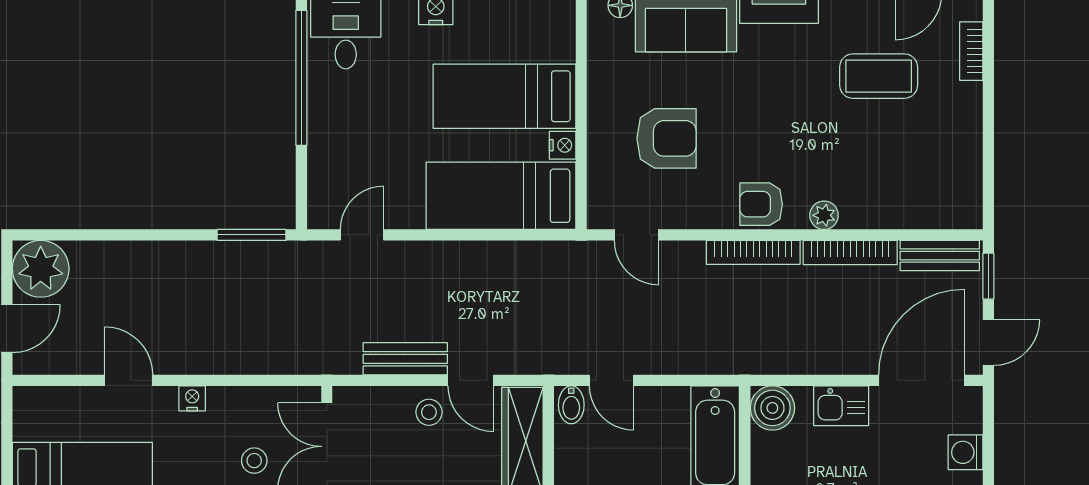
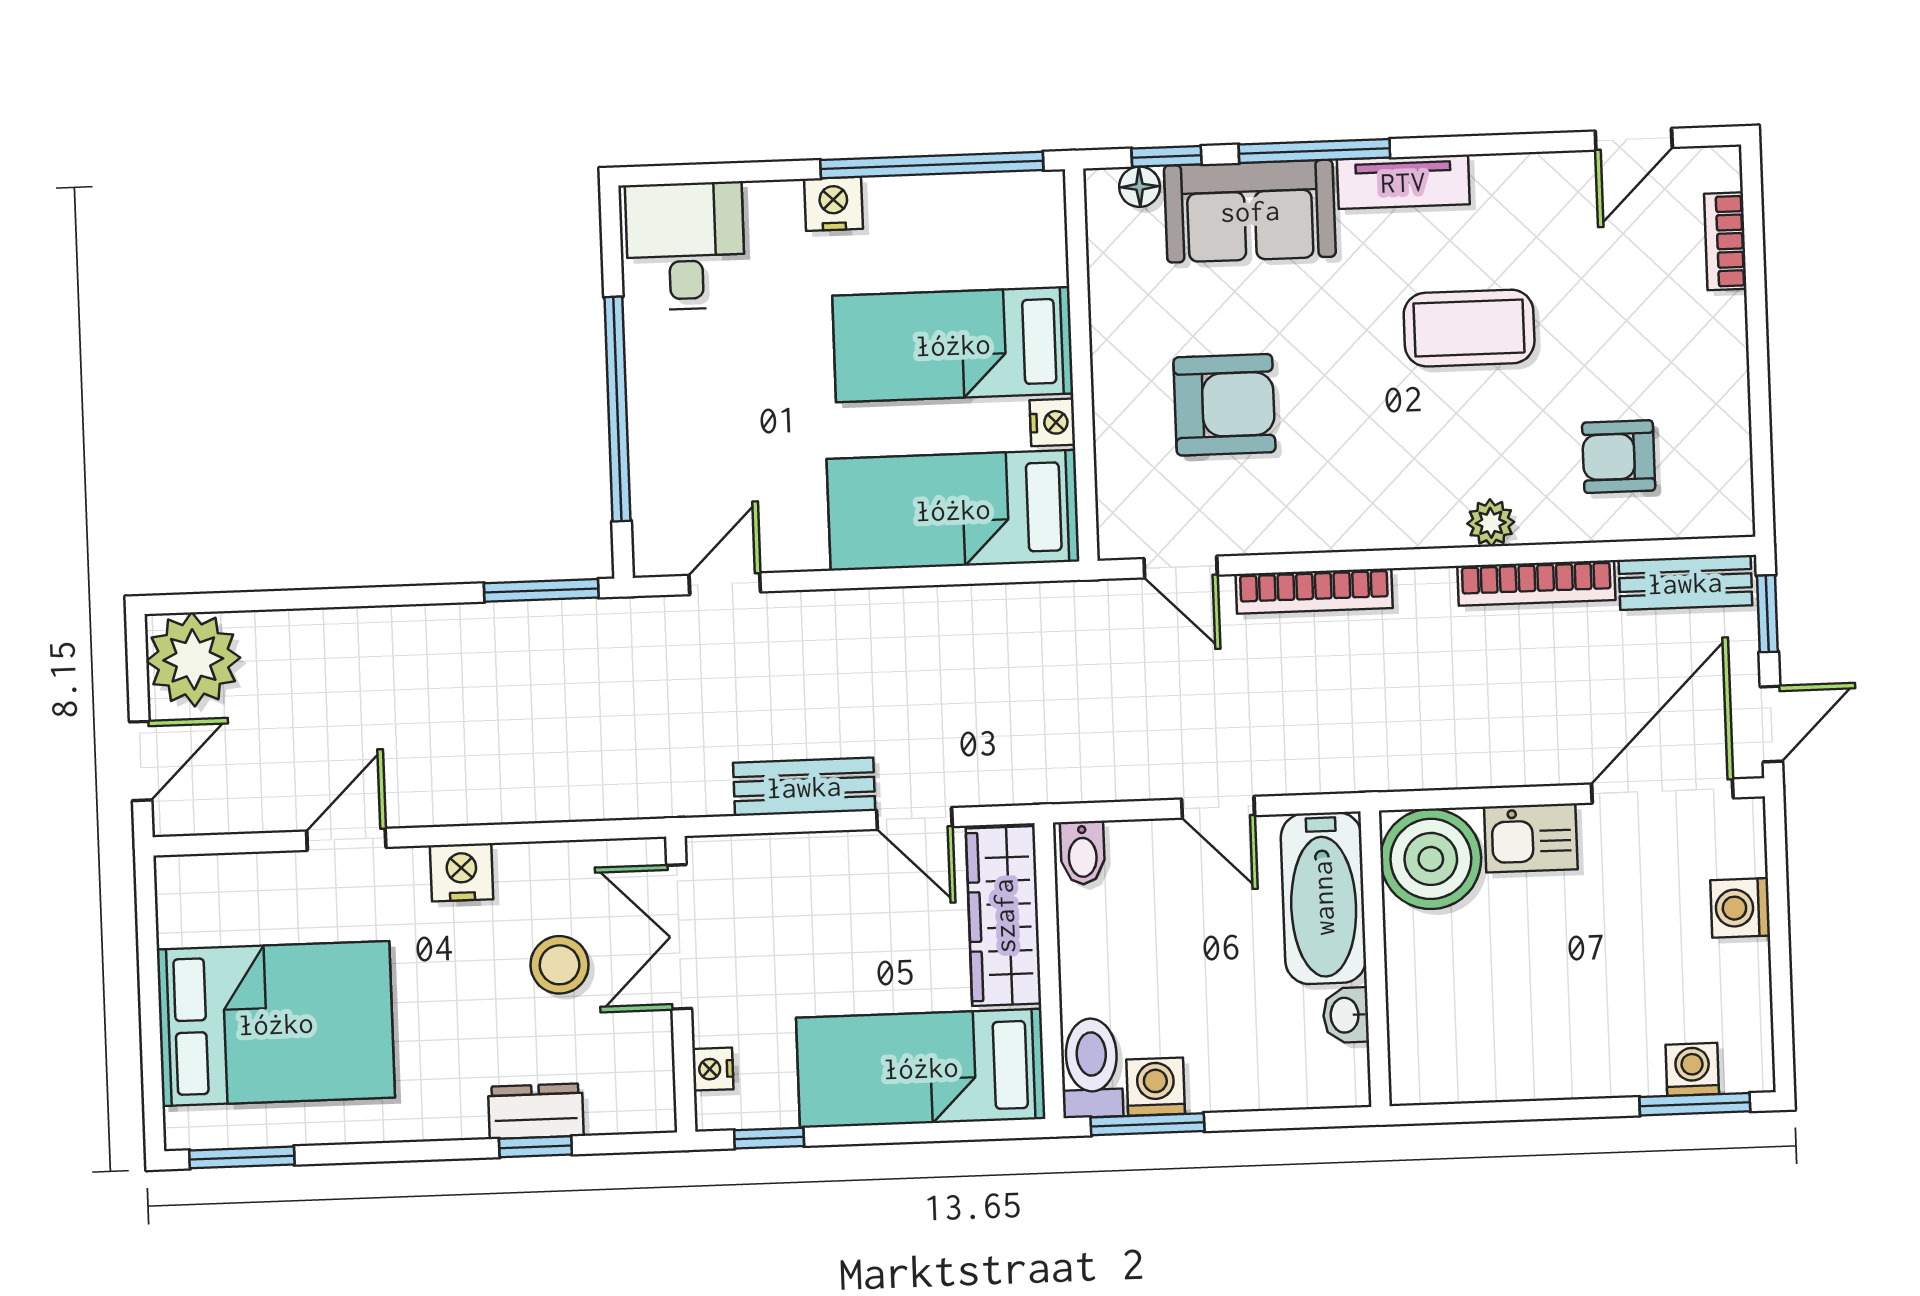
coffee table: (879, 76) -> (1469, 328), moved
window: (301, 78) -> (617, 409), moved
armchair: (761, 204) -> (1619, 457), moved
bookcase: (753, 252) -> (1314, 591), moved
door: (129, 380) -> (346, 839), hinge flipped
door: (612, 380) -> (1218, 807), moved
nightstand: (192, 398) -> (462, 872), width x1.39, depth x1.35
boiler: (772, 408) -> (1431, 859), width x1.37, depth x1.37
stool: (429, 412) -> (847, 874), removed
stool: (254, 461) -> (560, 965), width x1.37, depth x1.37

